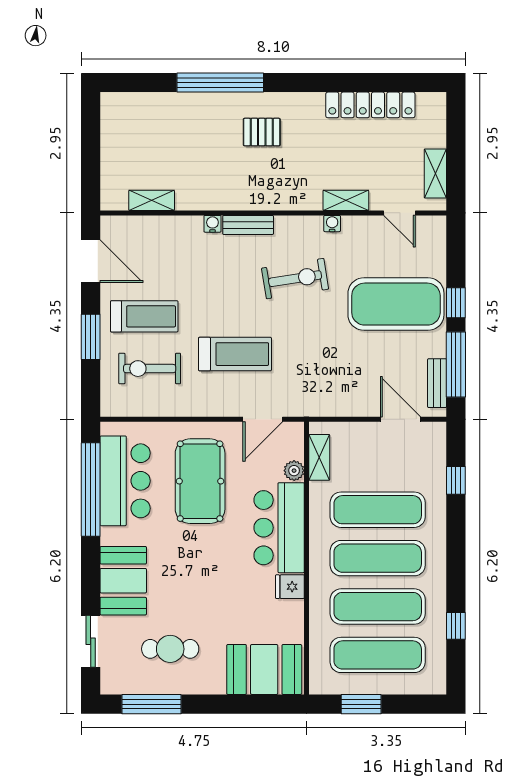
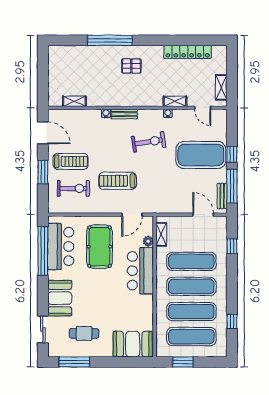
treadmill: (235, 354) -> (118, 181), turned 180
exercise bike: (150, 369) -> (73, 188), turned 180
fridge: (290, 587) -> (146, 301), removed

